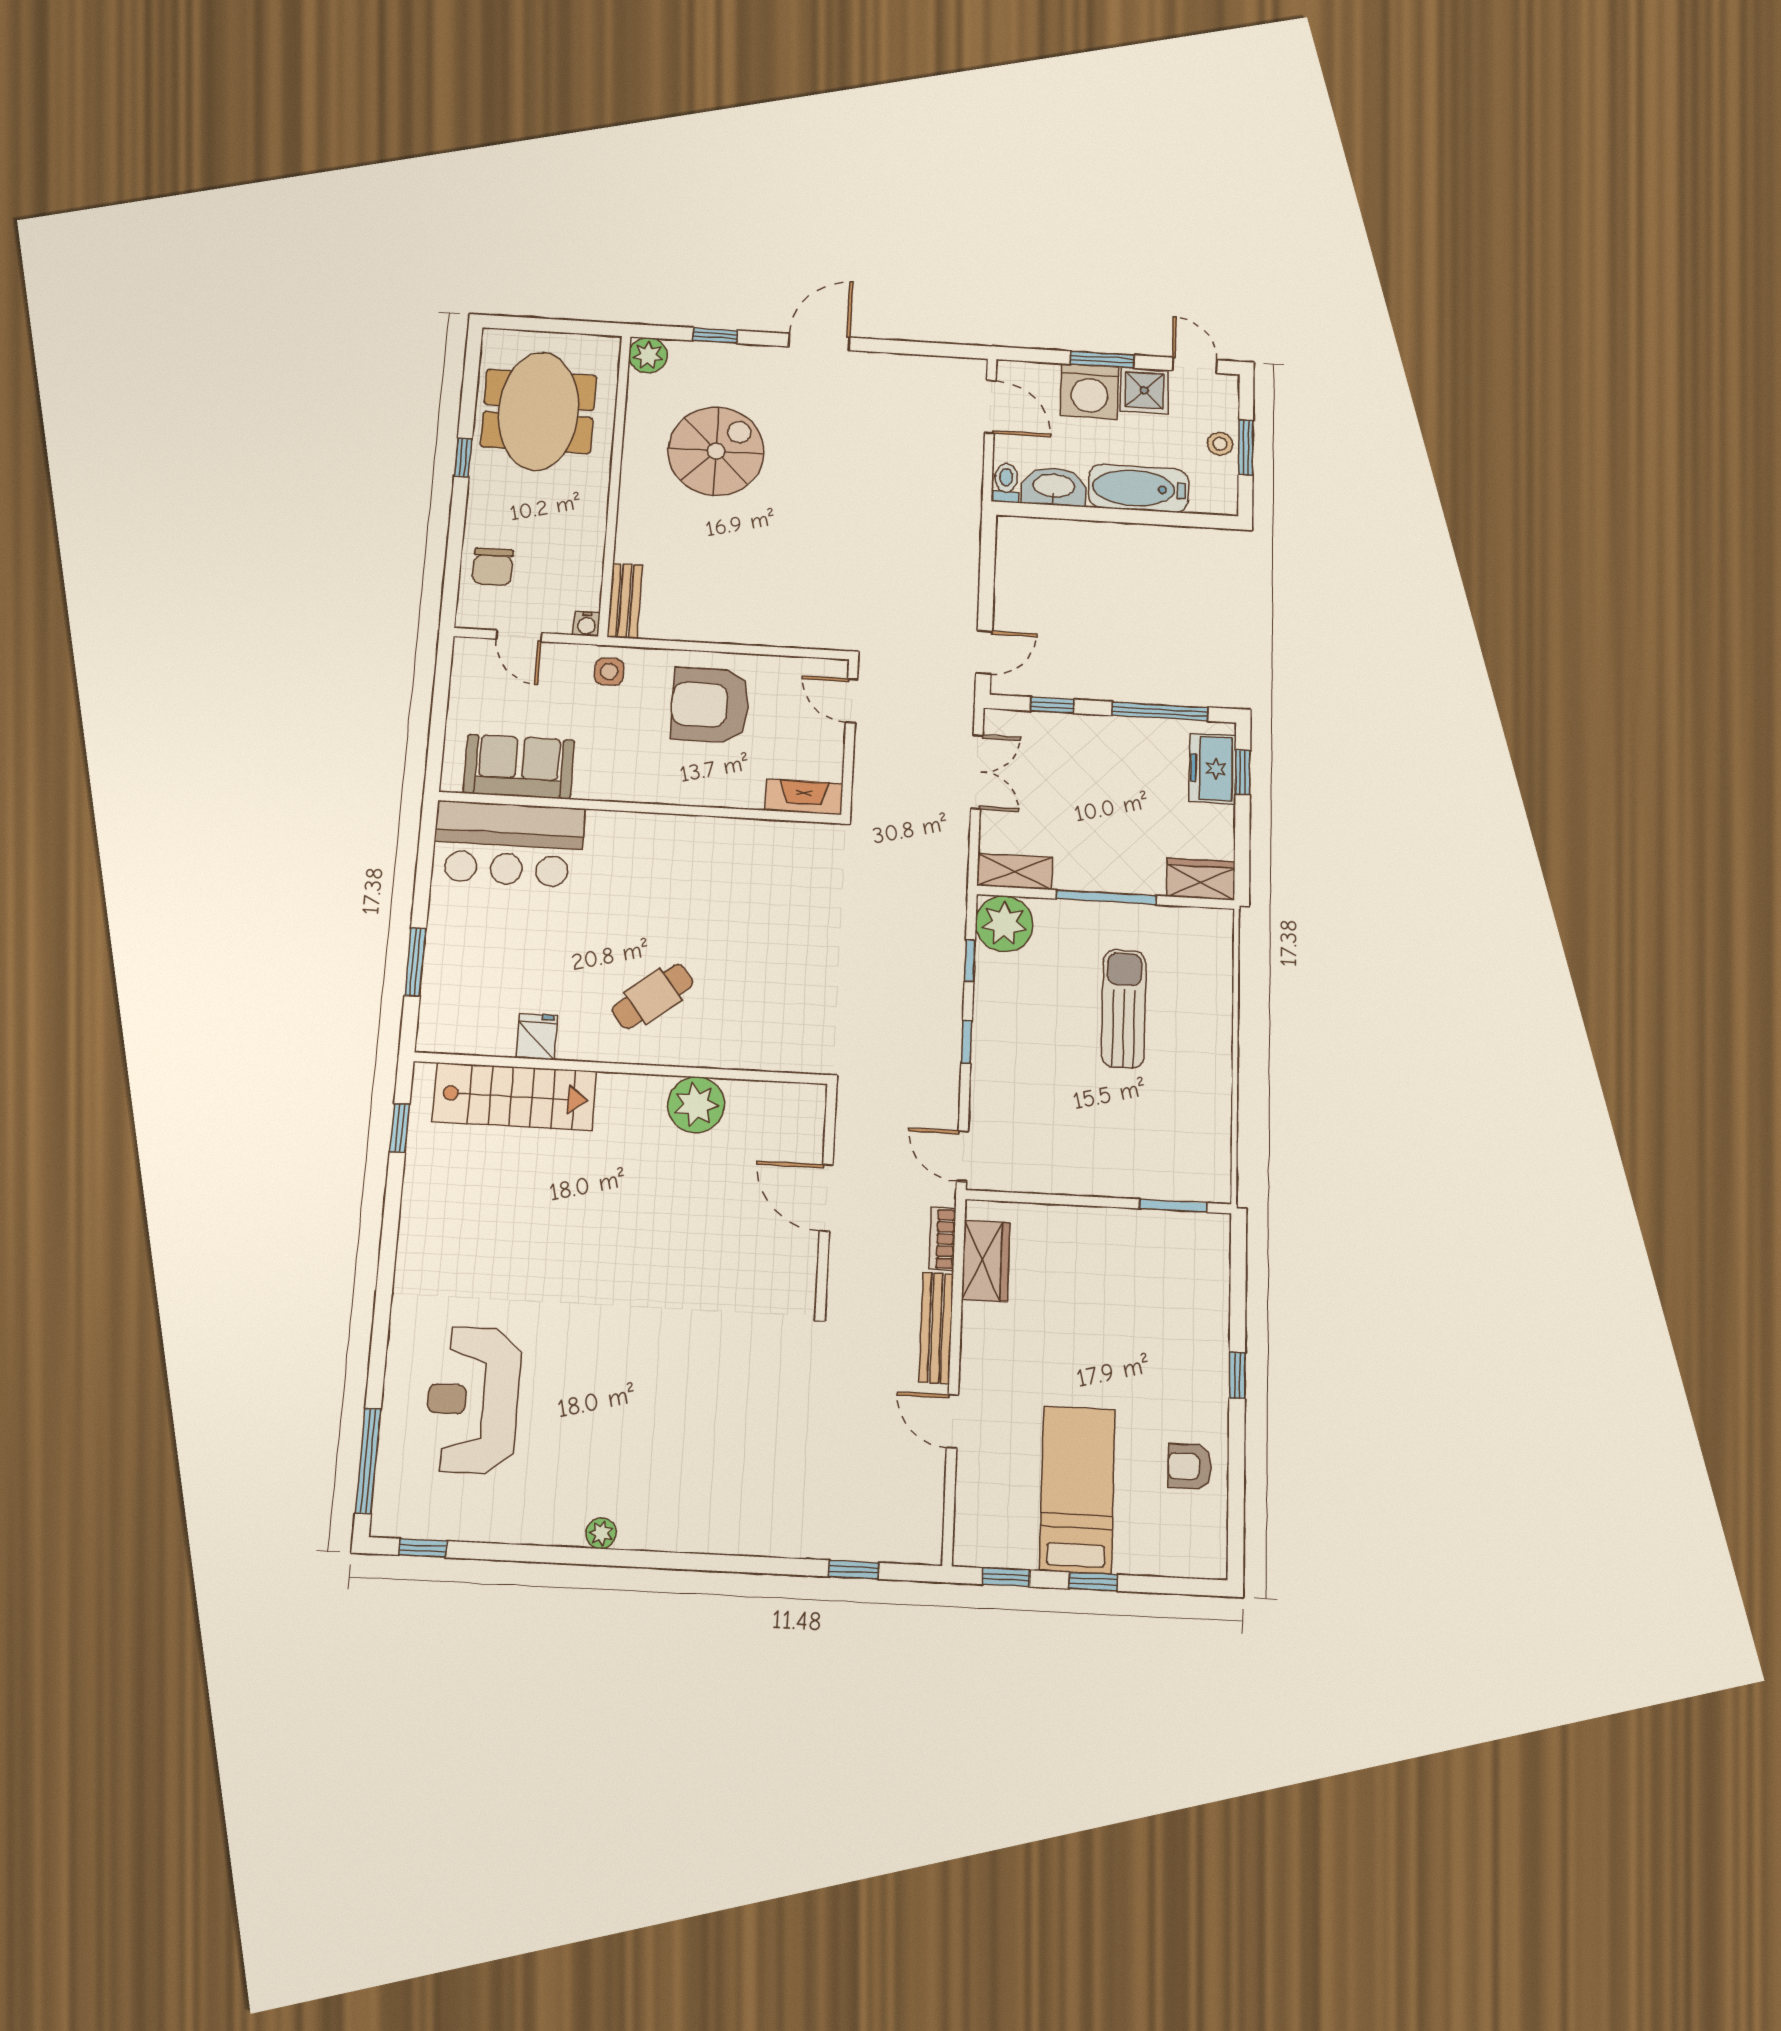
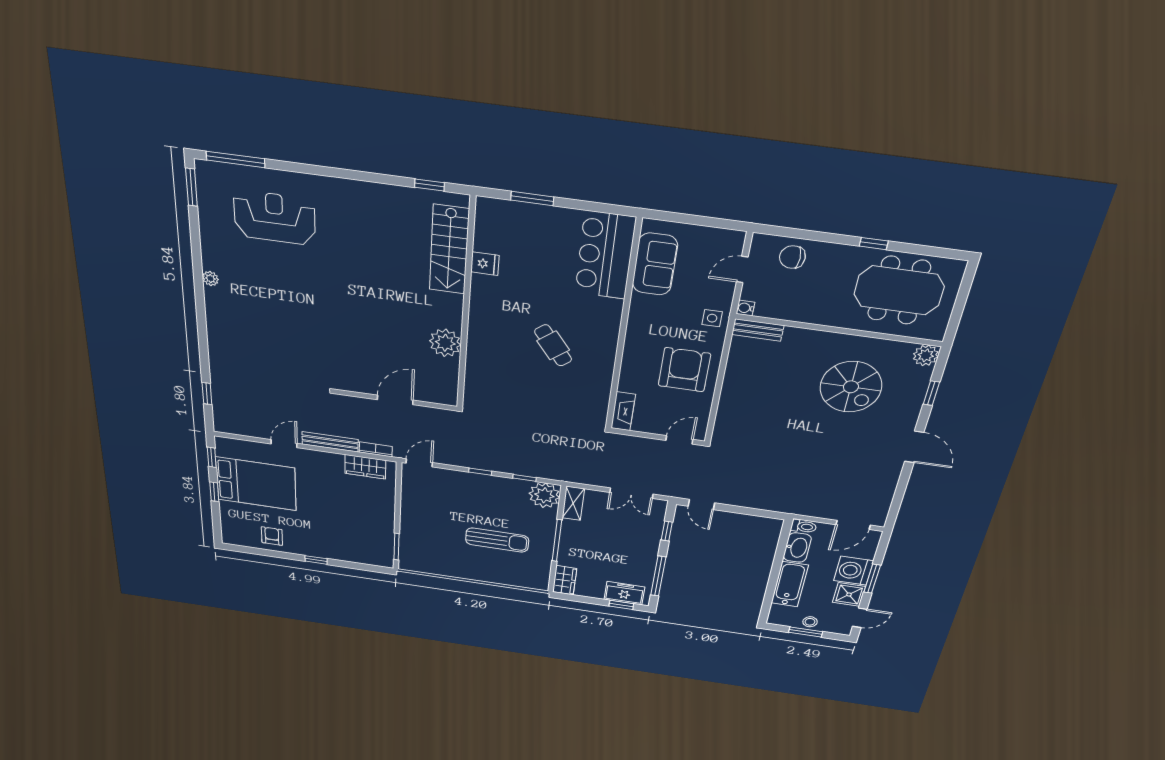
cafe table: (653, 996) -> (553, 345), moved
bed: (1077, 1490) -> (256, 484), width x1.50
window: (423, 1548) -> (191, 187), width x1.50

